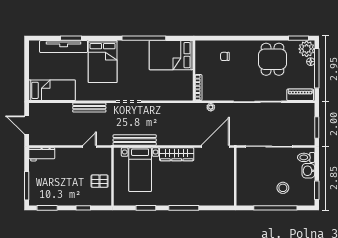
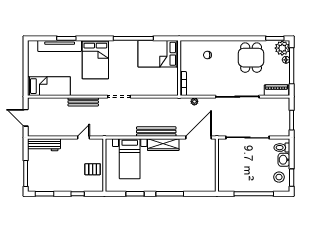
bench: (135, 140) -> (156, 132), moved
workbench: (42, 154) -> (44, 145), width x1.38
stool: (283, 188) -> (279, 177), moved

